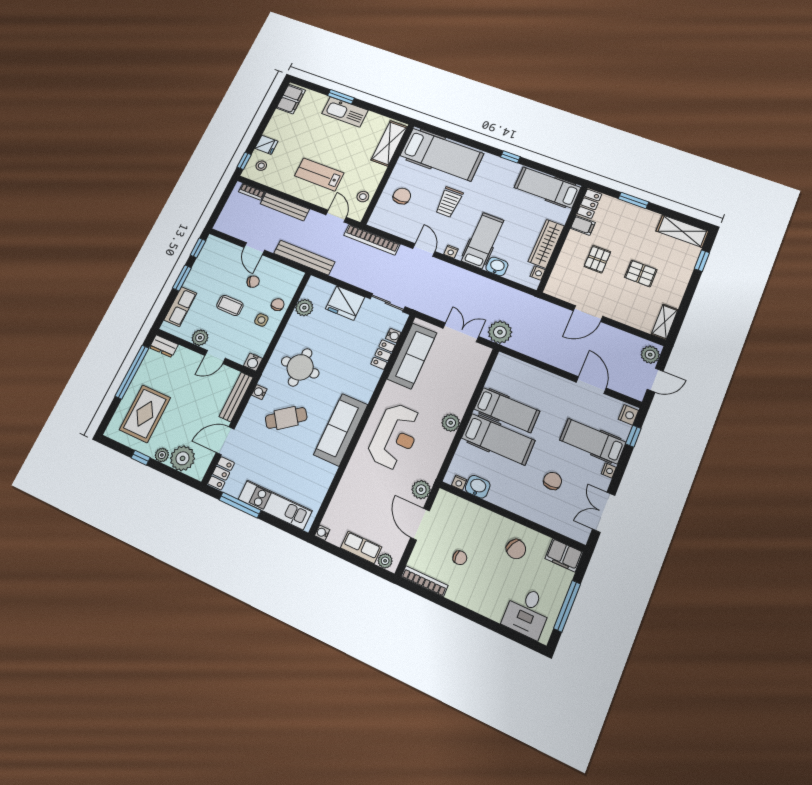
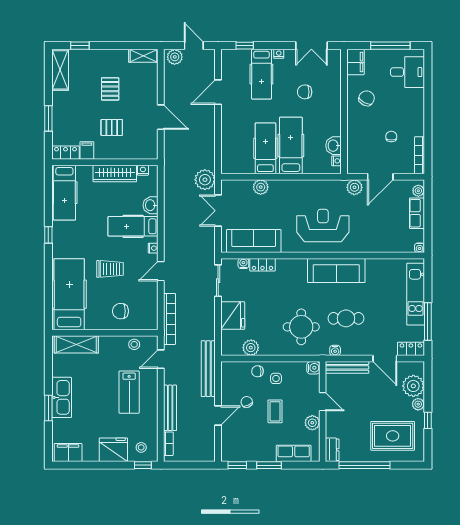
fridge: (266, 145) -> (113, 450), width x1.88, depth x1.34
nightstand: (628, 415) -> (230, 55), removed
cafe table: (286, 418) -> (346, 318), turned -54
plant: (451, 423) -> (261, 187), moved

